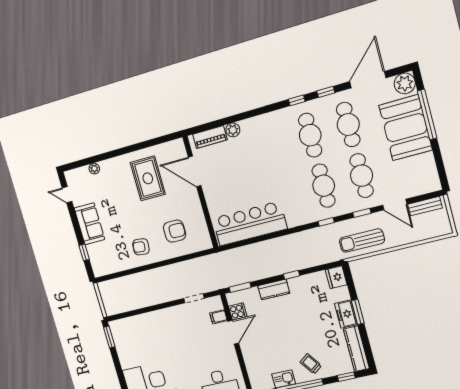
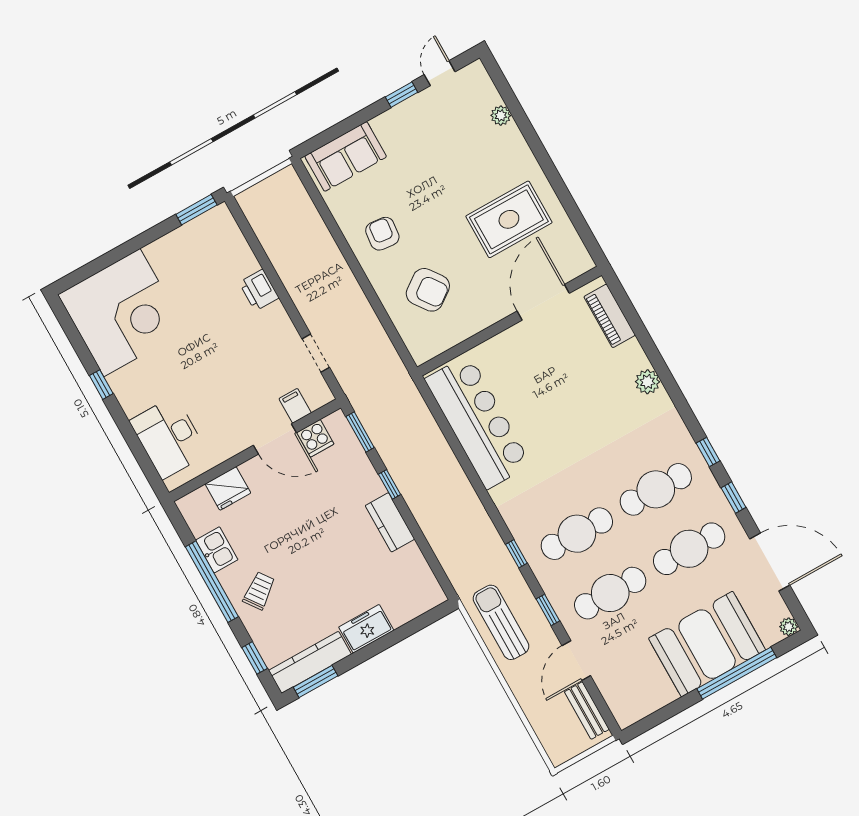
plant: (405, 83) -> (789, 627), width x0.53, depth x0.53
plant: (233, 130) -> (648, 382), moved
sofa: (89, 224) -> (346, 156), moved
armchair: (175, 231) -> (428, 290), turned -36
window: (84, 252) -> (401, 95), moved
window: (292, 275) -> (389, 484), moved
fridge: (336, 277) -> (228, 488), moved, turned 180
kitchen counter: (274, 289) -> (390, 522), moved
window: (358, 312) -> (316, 681), moved
printer: (156, 318) -> (259, 290), added

